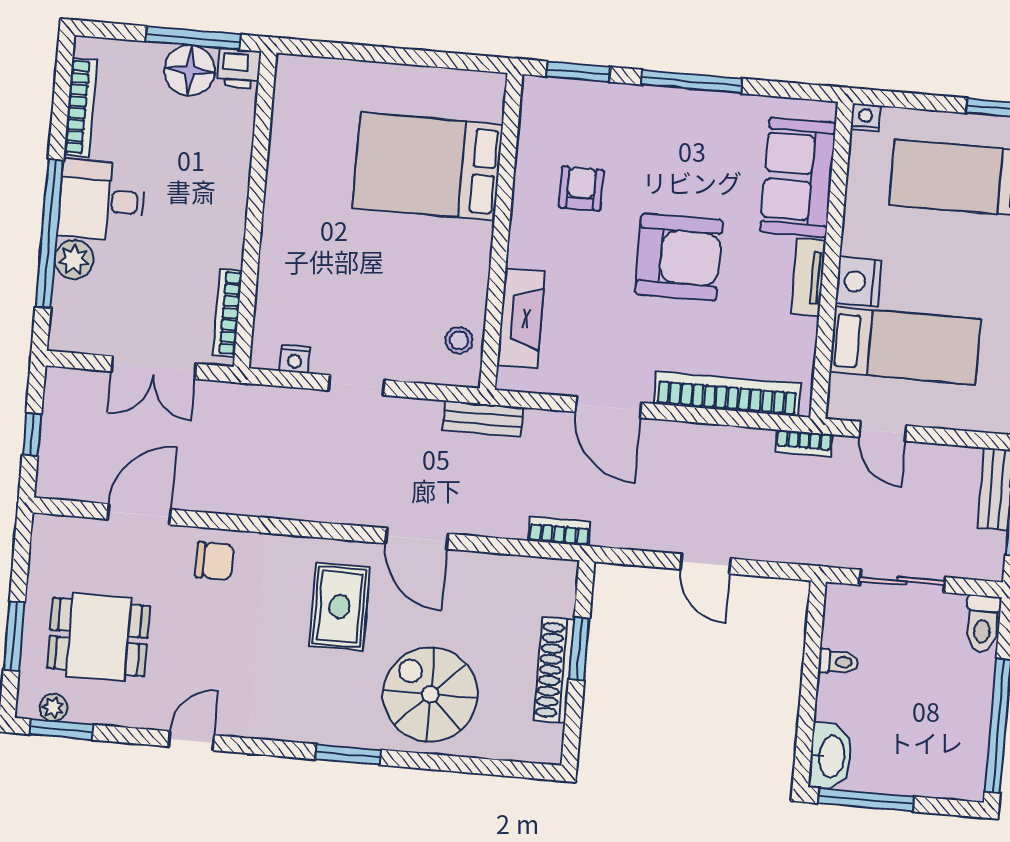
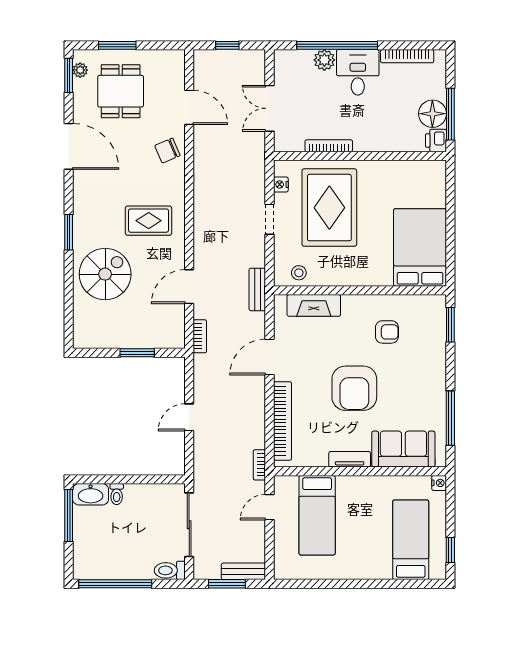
window: (691, 82) -> (450, 418), moved
bed: (428, 166) -> (420, 247), moved
rug: (345, 274) -> (329, 208), added
nightstand: (858, 282) -> (350, 487), removed
bookcase: (227, 313) -> (329, 146), moved
door: (417, 538) -> (189, 287), moved
chair: (215, 561) -> (167, 151), turned 67
sliding door: (902, 581) -> (189, 525), width x1.37
toilet: (838, 662) -> (117, 494), moved
shoe rack: (554, 670) -> (124, 340), removed
door: (191, 741) -> (69, 146), width x1.87

